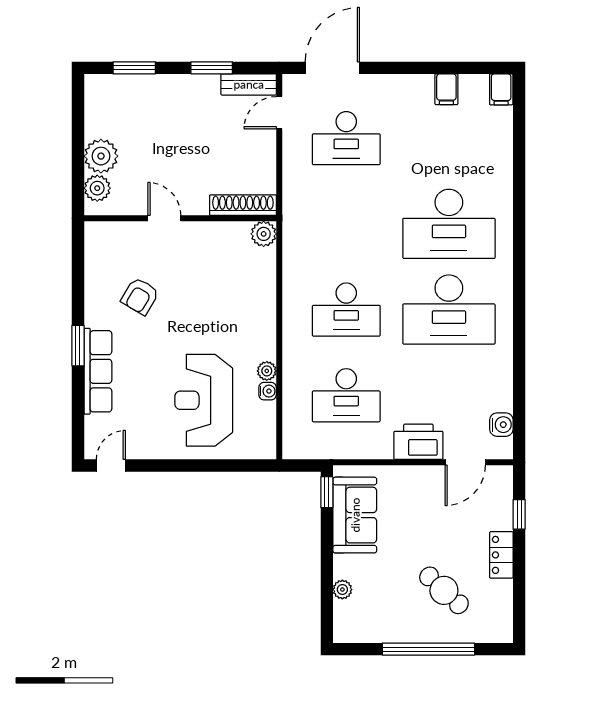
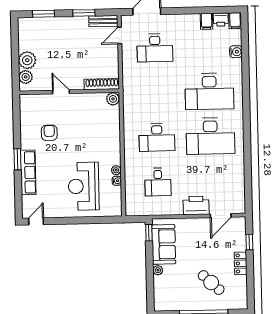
printer: (474, 86) -> (221, 20), added
armchair: (140, 296) -> (49, 133), turned 149
desk: (346, 395) -> (158, 182), width x0.73
water cooler: (501, 425) -> (236, 52), moved
plant: (342, 589) -> (158, 270), moved

